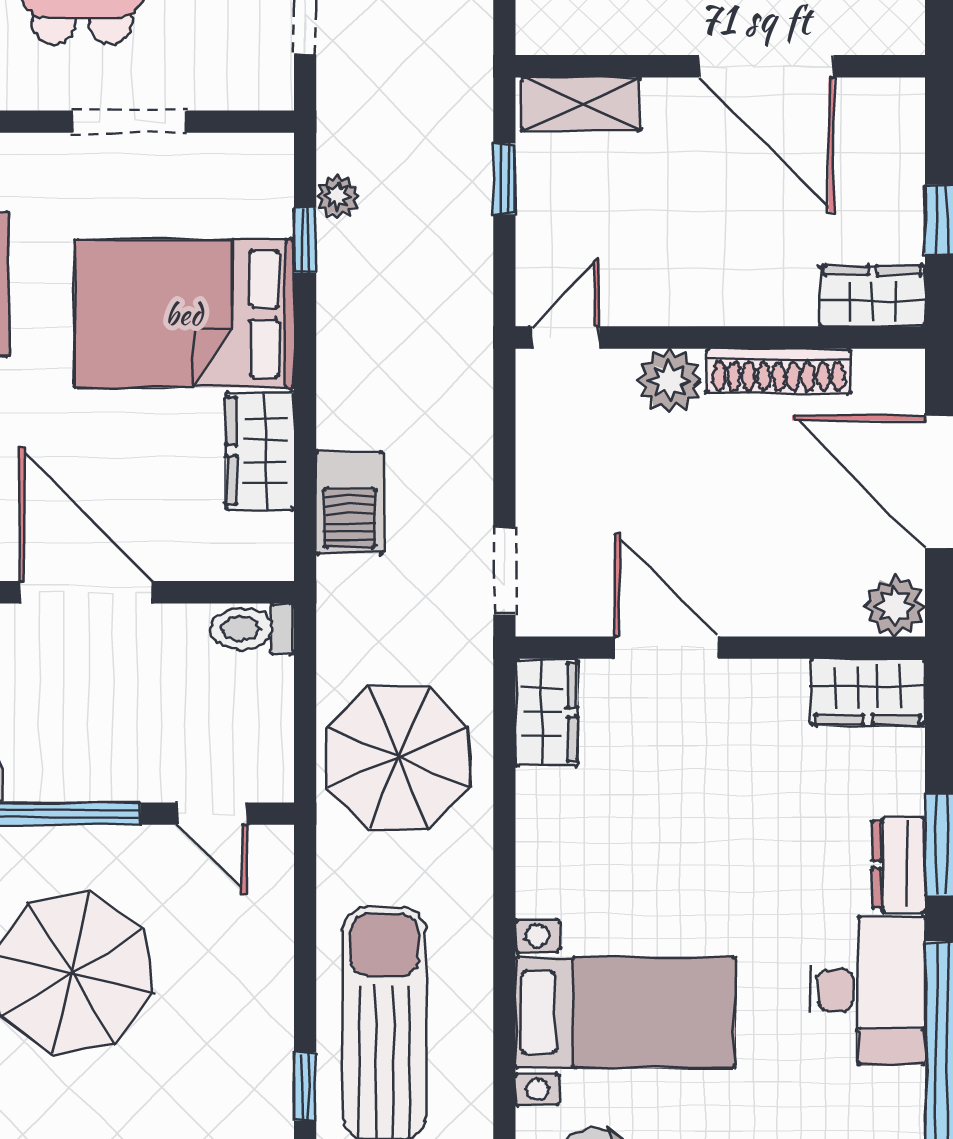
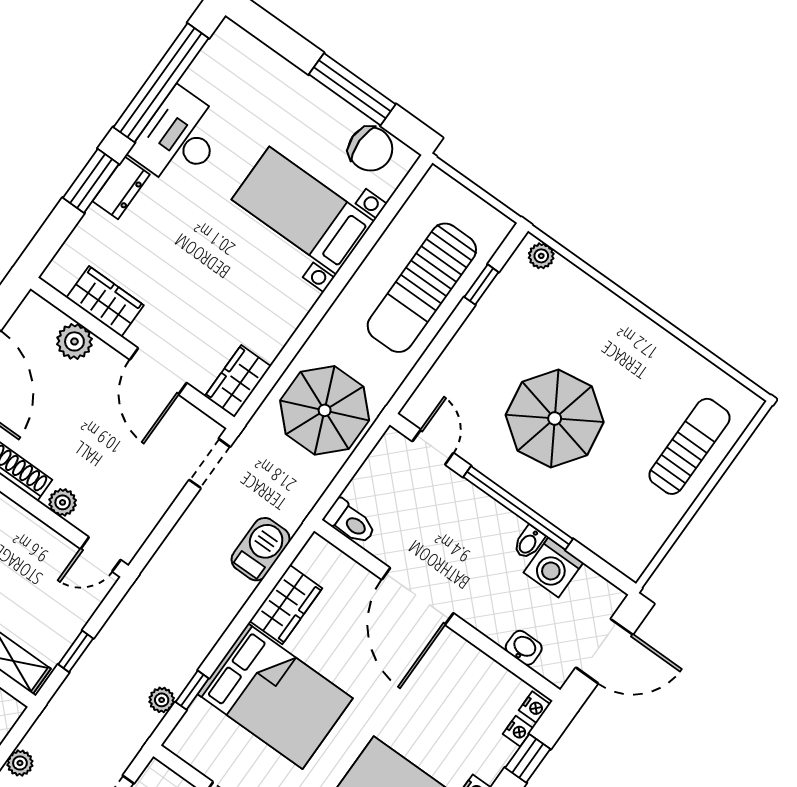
plant: (670, 381) -> (63, 502), width x0.73, depth x0.73
plant: (895, 606) -> (74, 341), moved
wardrobe: (868, 692) -> (105, 301), moved

